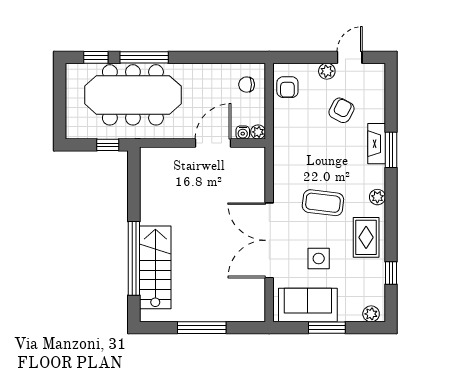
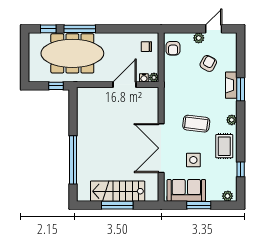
stairs: (155, 267) -> (118, 191), moved, turned -90

